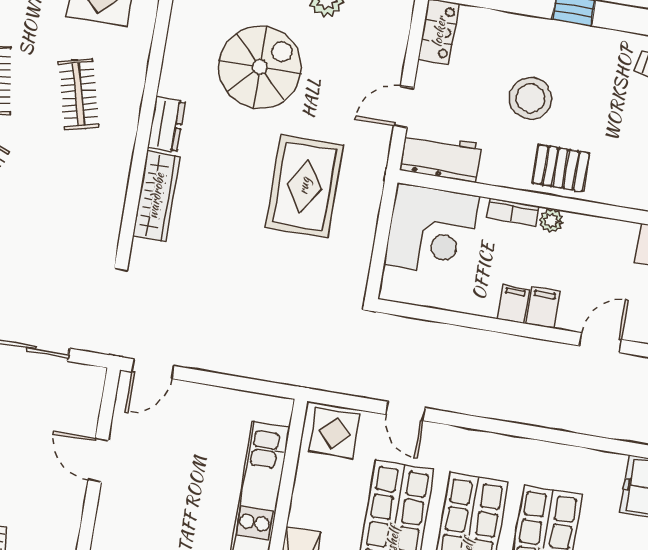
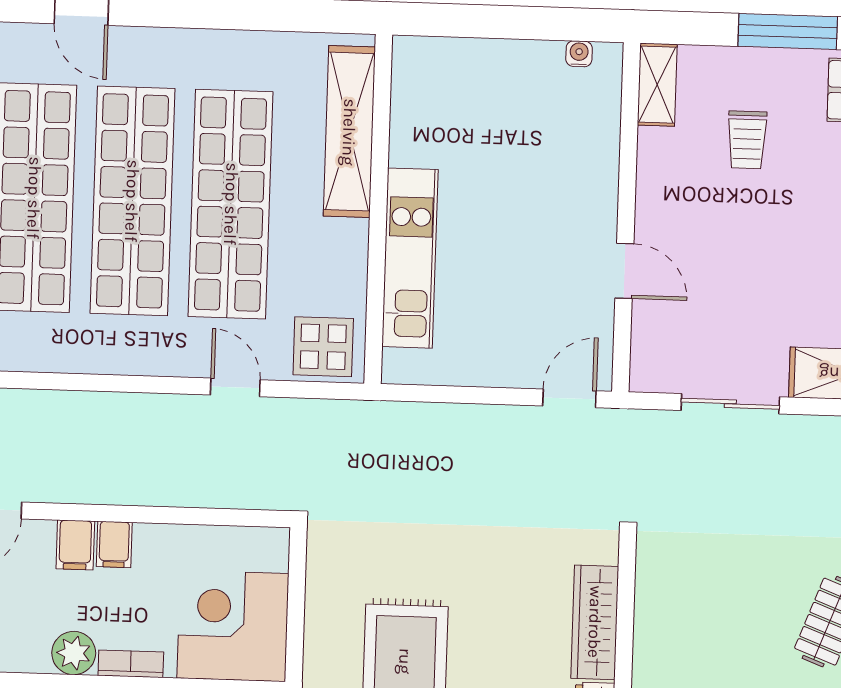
plant: (551, 221) -> (74, 653), width x1.38, depth x1.38

